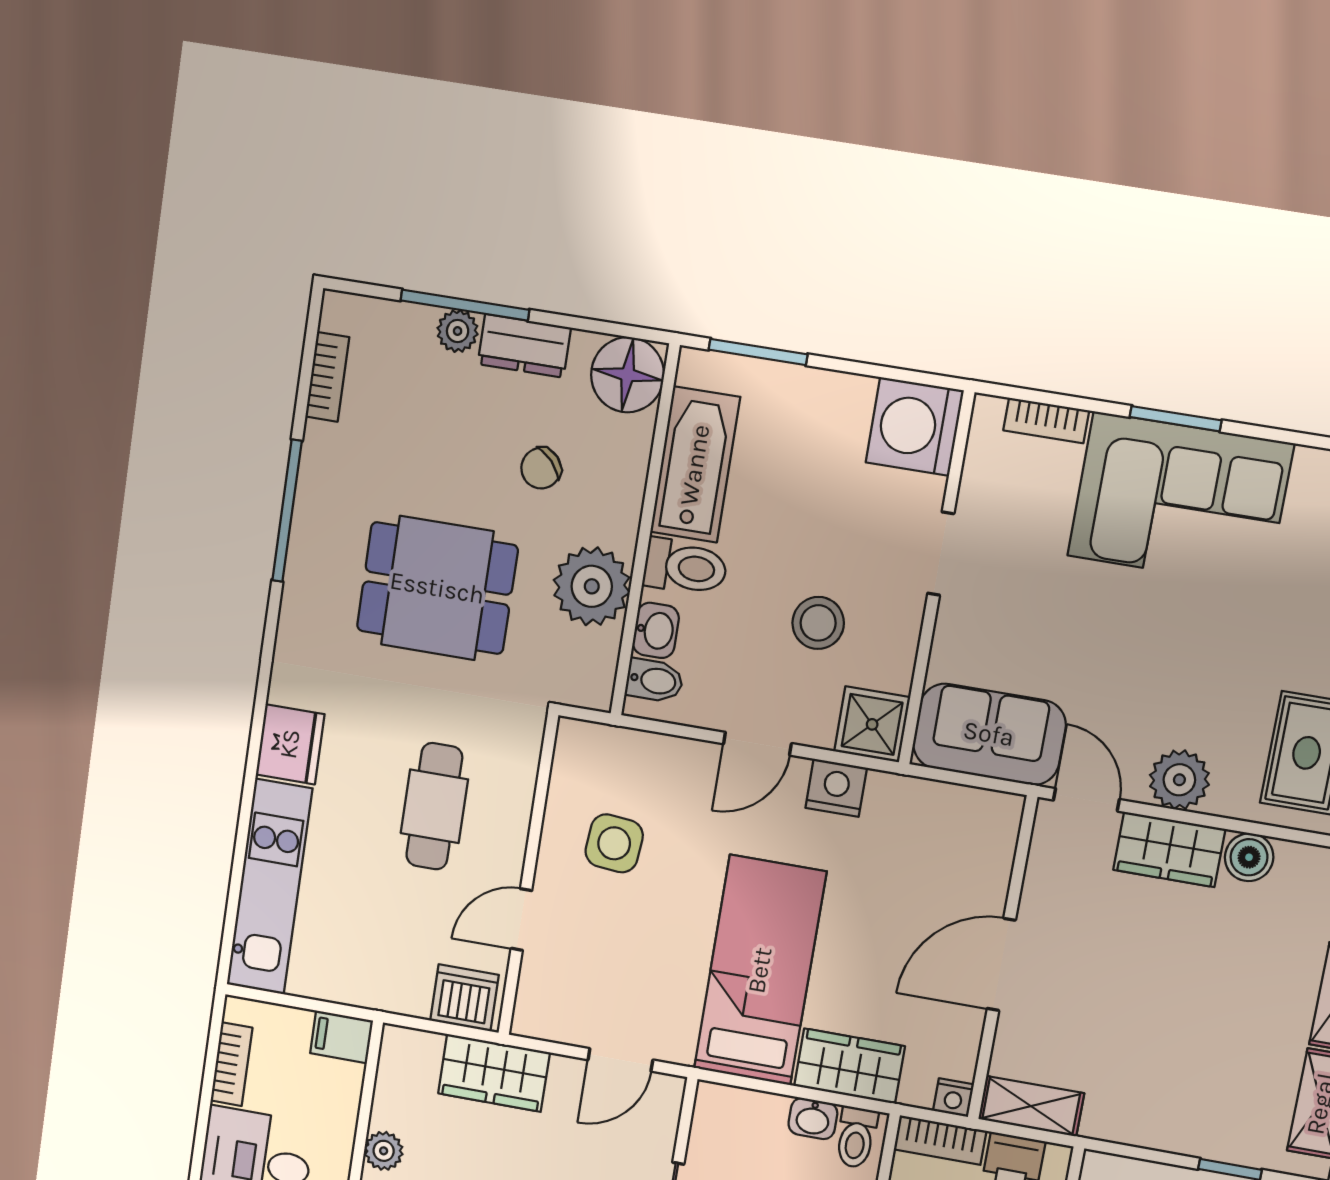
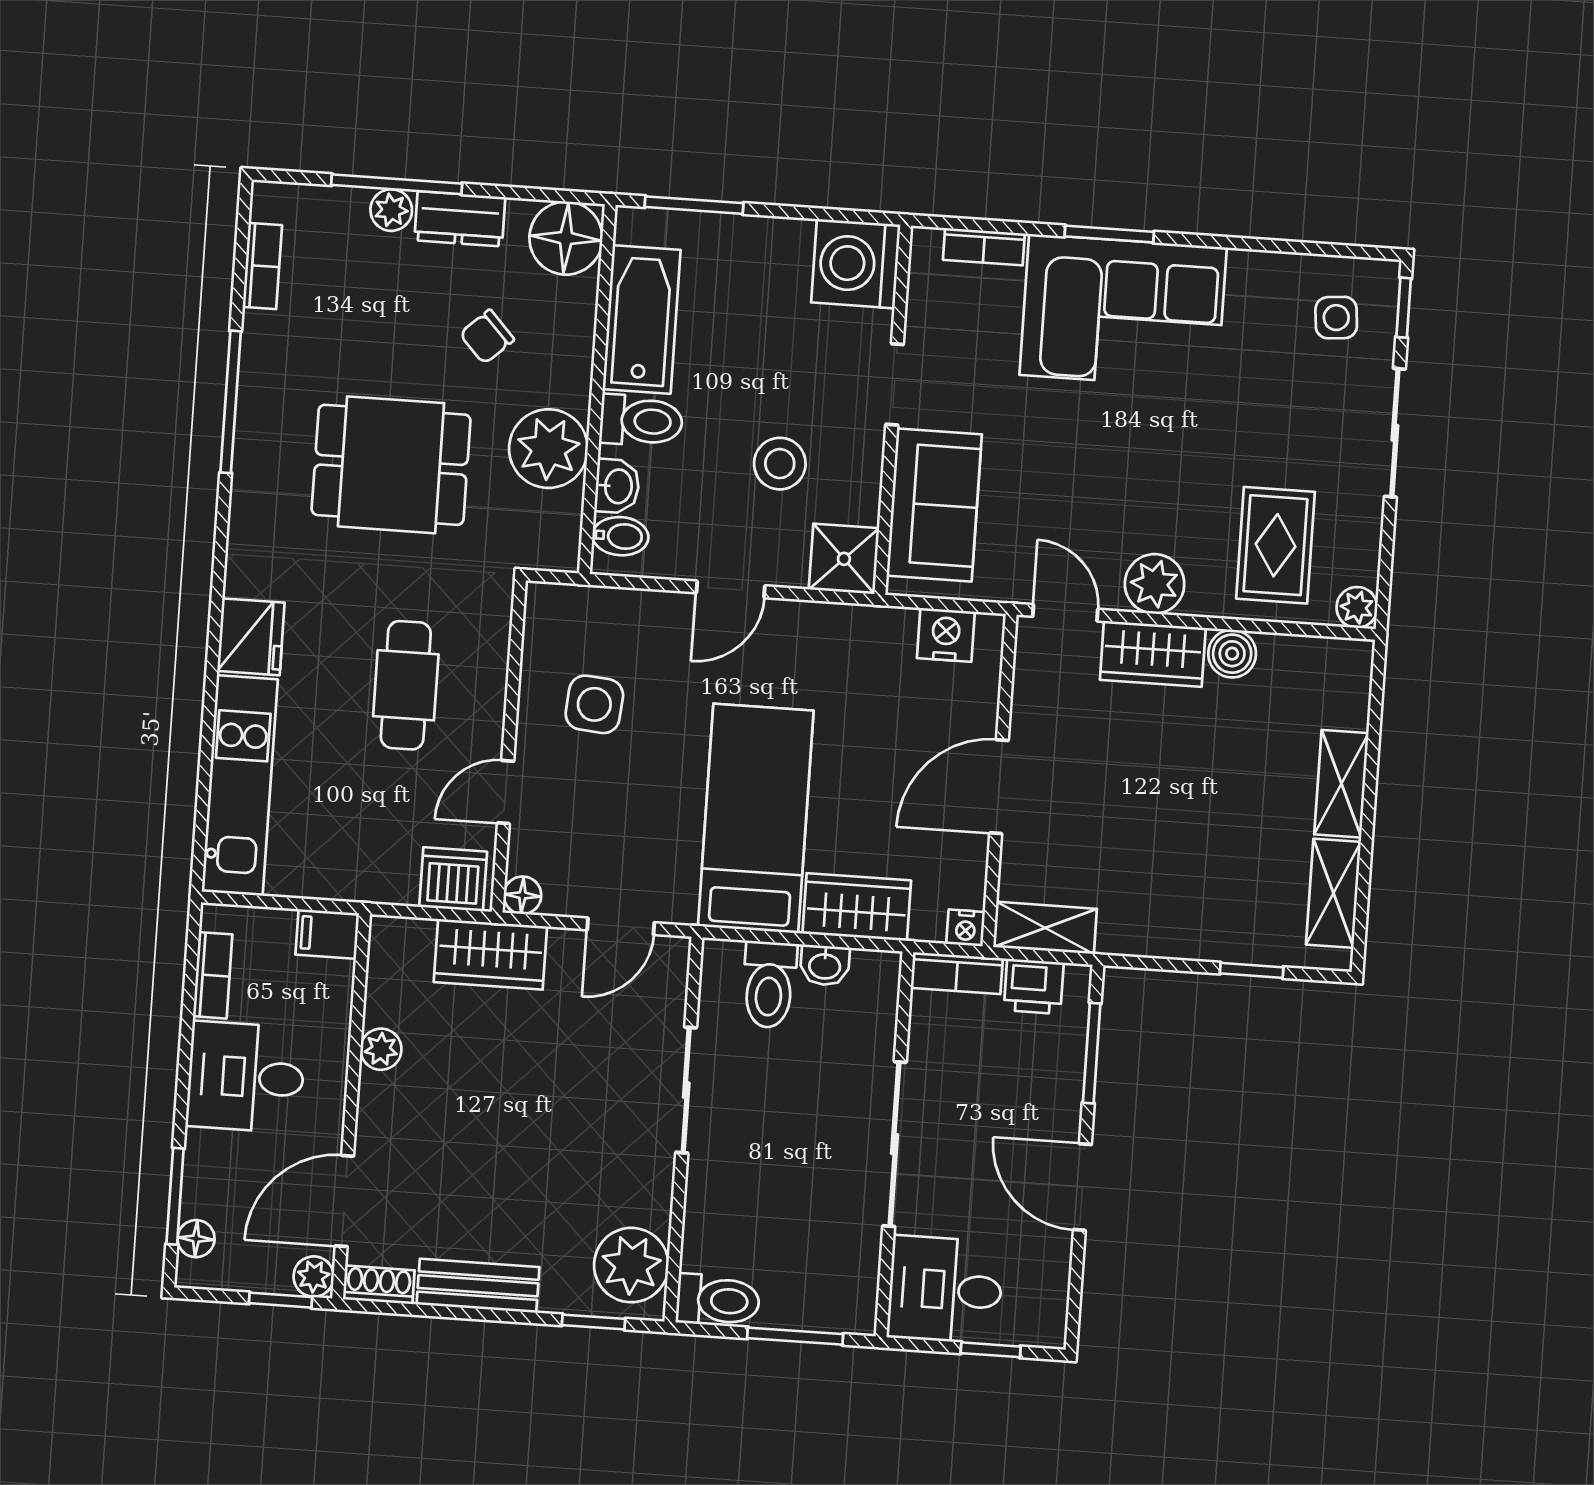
sofa: (989, 734) -> (934, 505), moved, turned 90
nightstand: (836, 788) -> (946, 635), moved
floor lamp: (529, 1020) -> (522, 895), added
toilet: (856, 1137) -> (769, 985), moved, width x1.37, depth x1.39

